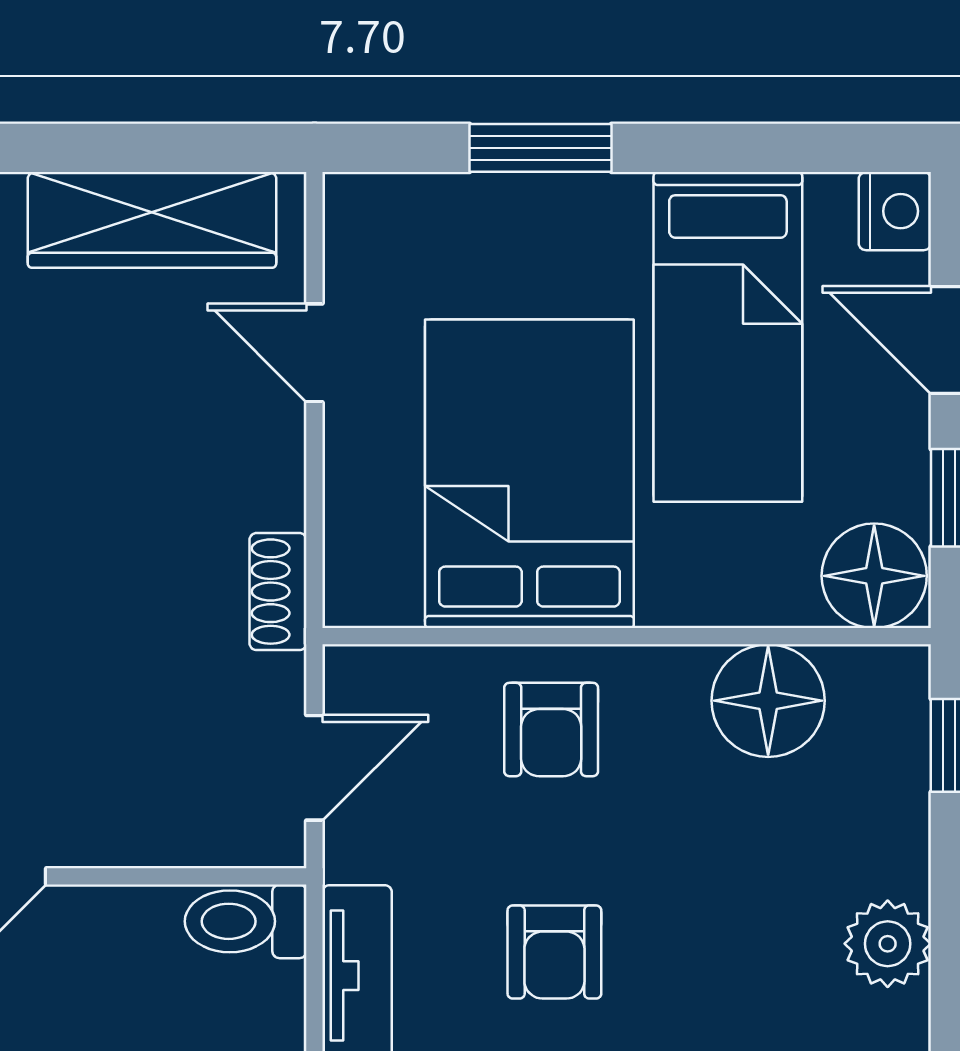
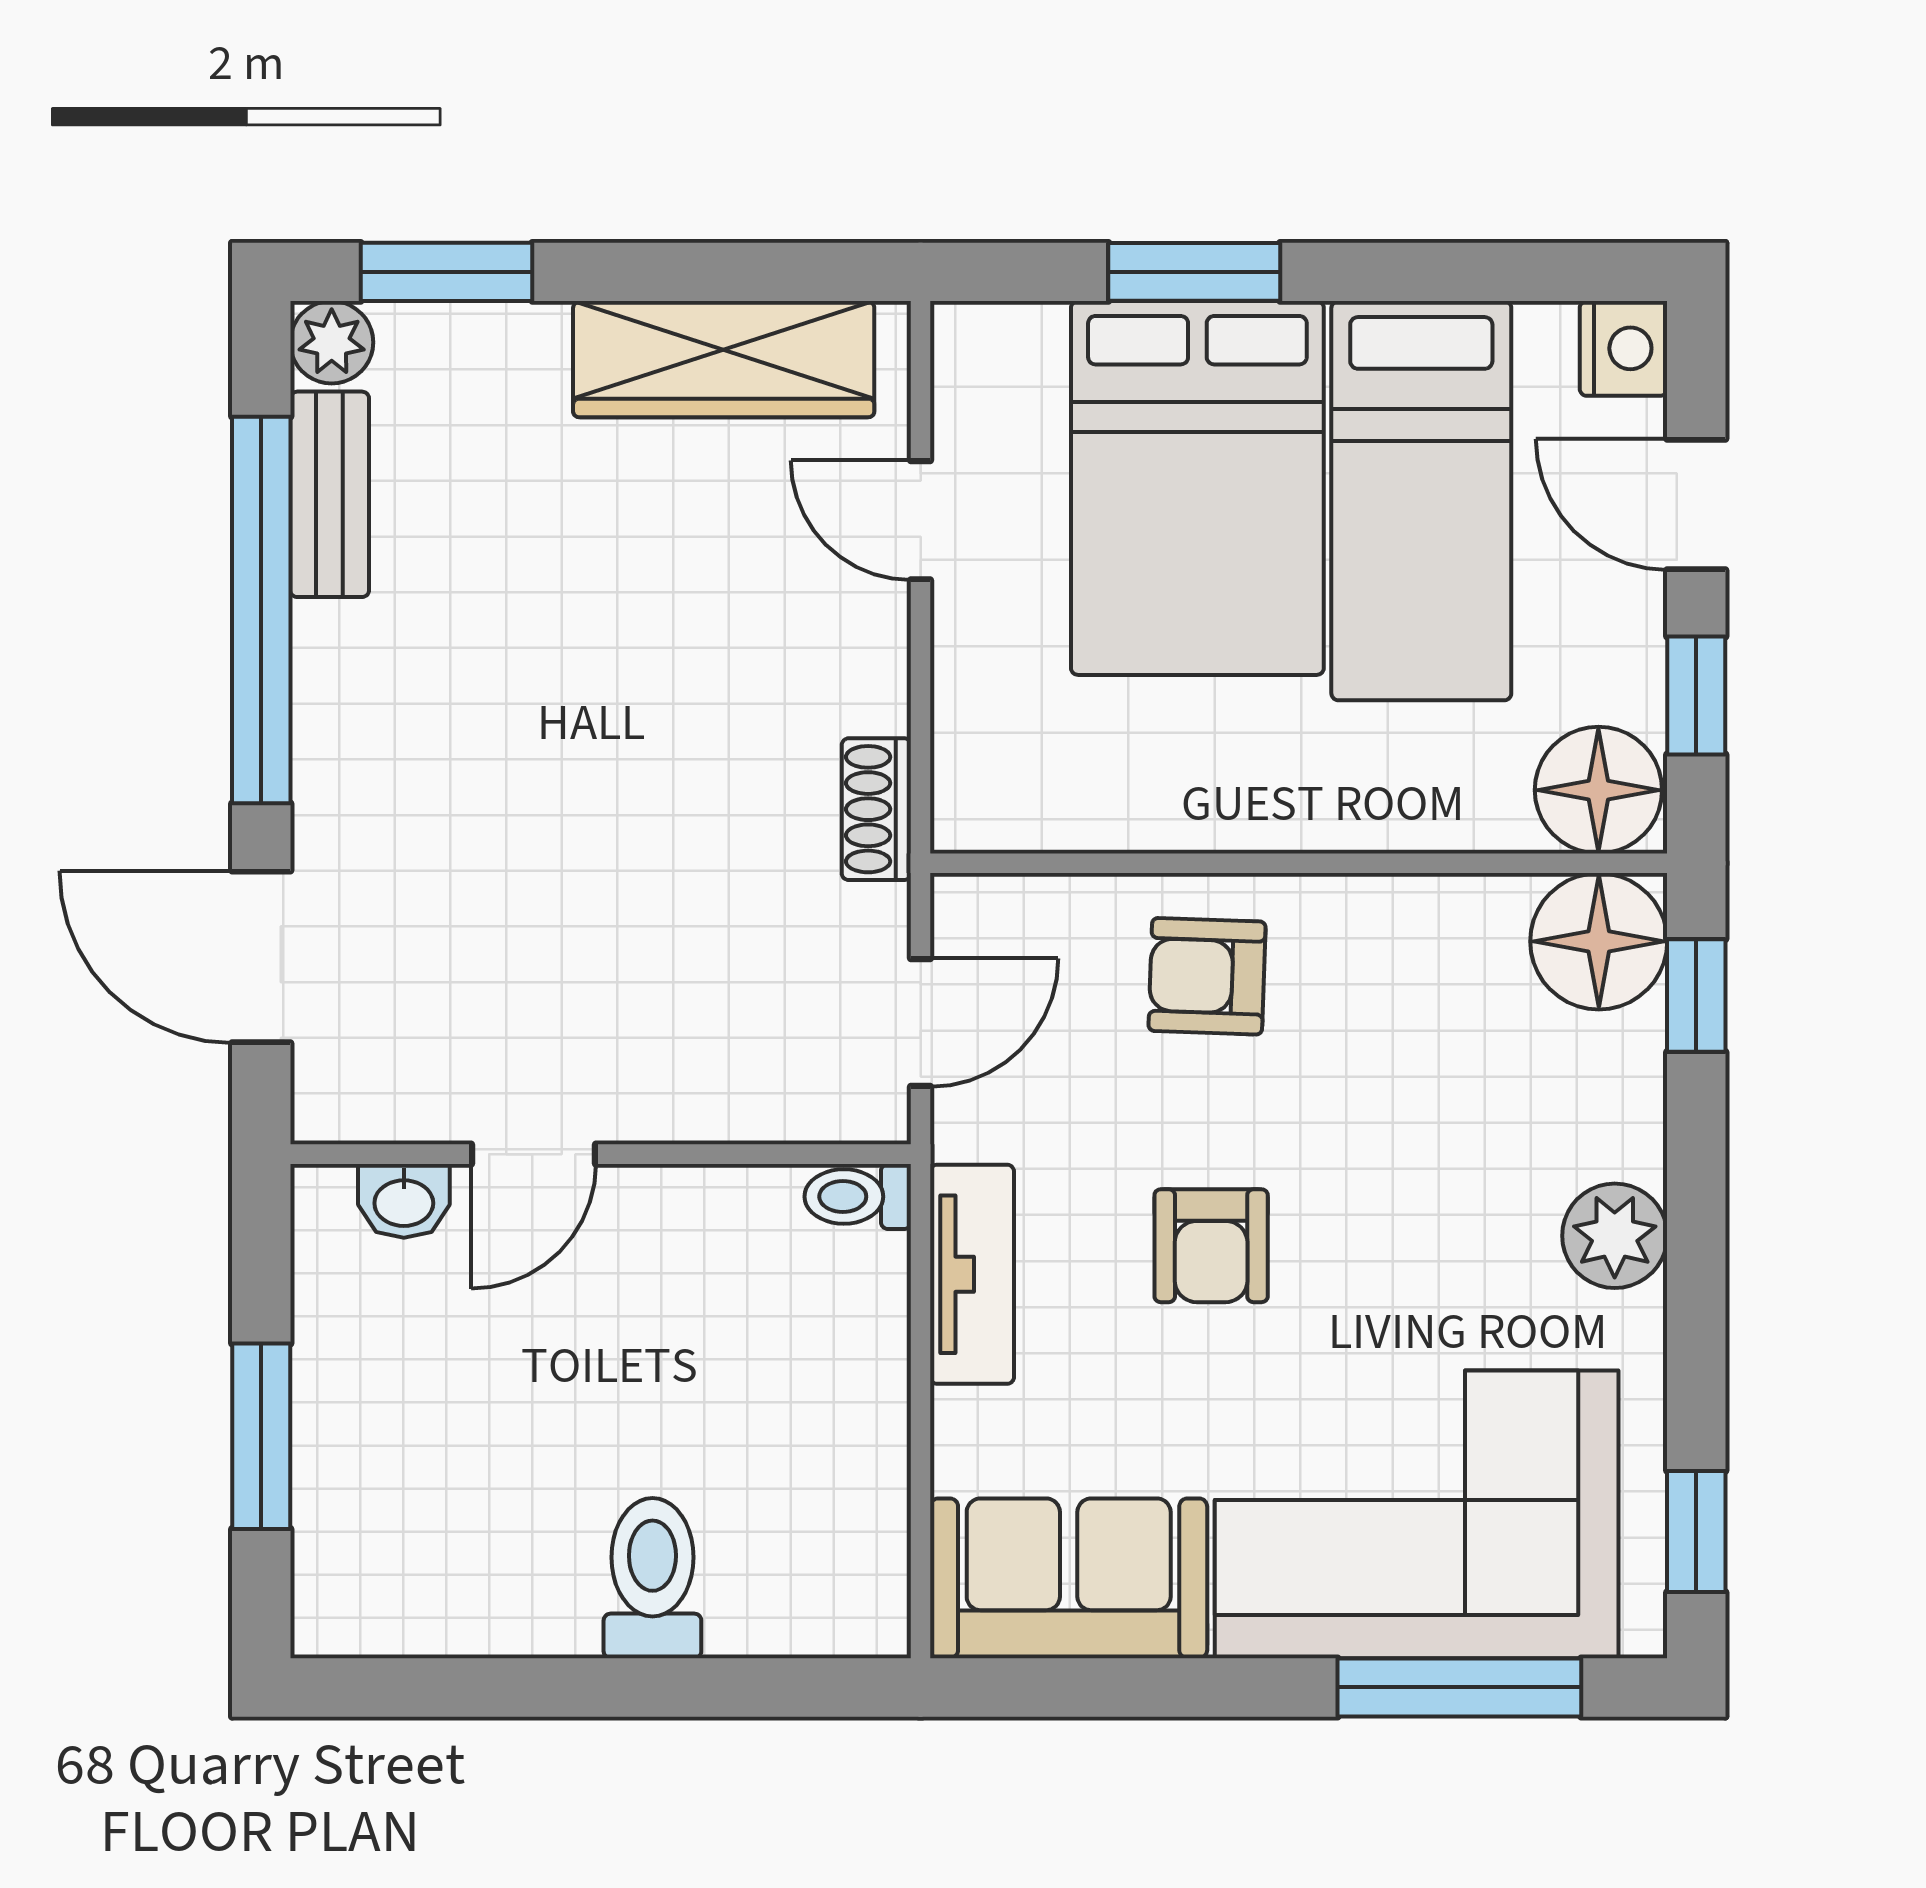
bed: (529, 474) -> (1197, 488), moved, turned 180
floor lamp: (768, 701) -> (1599, 941), moved
armchair: (551, 729) -> (1207, 976), turned 92
toilet: (246, 921) -> (858, 1197), width x0.73, depth x0.72

